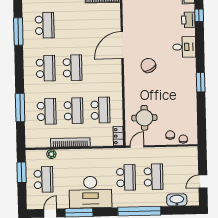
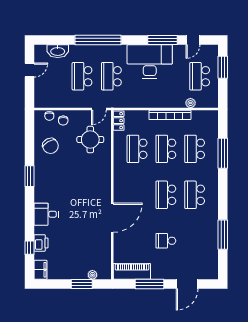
school desk: (45, 25) -> (166, 241), moved, width x0.54
chair: (148, 65) -> (50, 146), moved
window: (22, 172) -> (223, 67), moved

